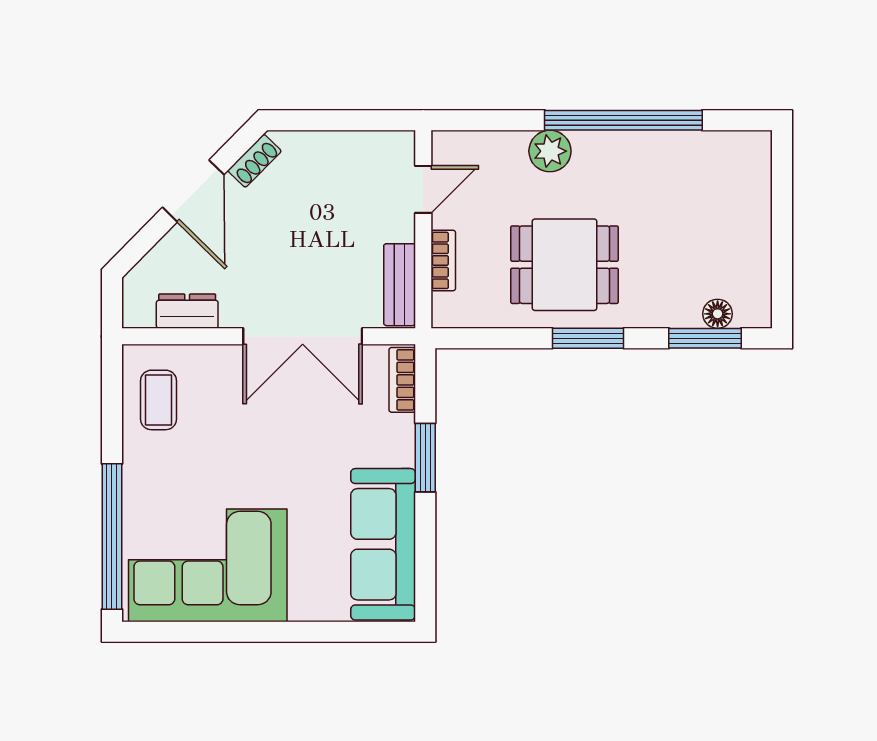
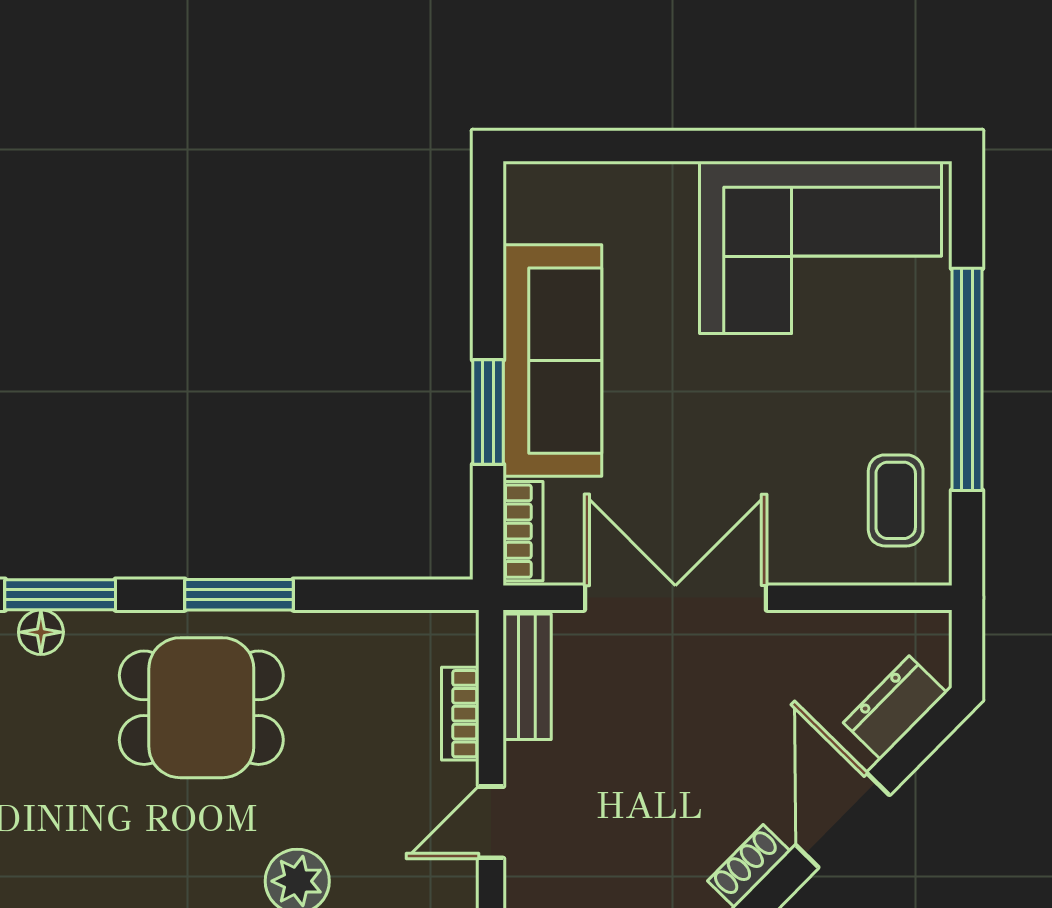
dining table: (565, 265) -> (201, 708), moved
dresser: (187, 311) -> (895, 708), moved, turned 135
window: (112, 537) -> (967, 379), moved
sofa: (383, 544) -> (552, 361), moved

